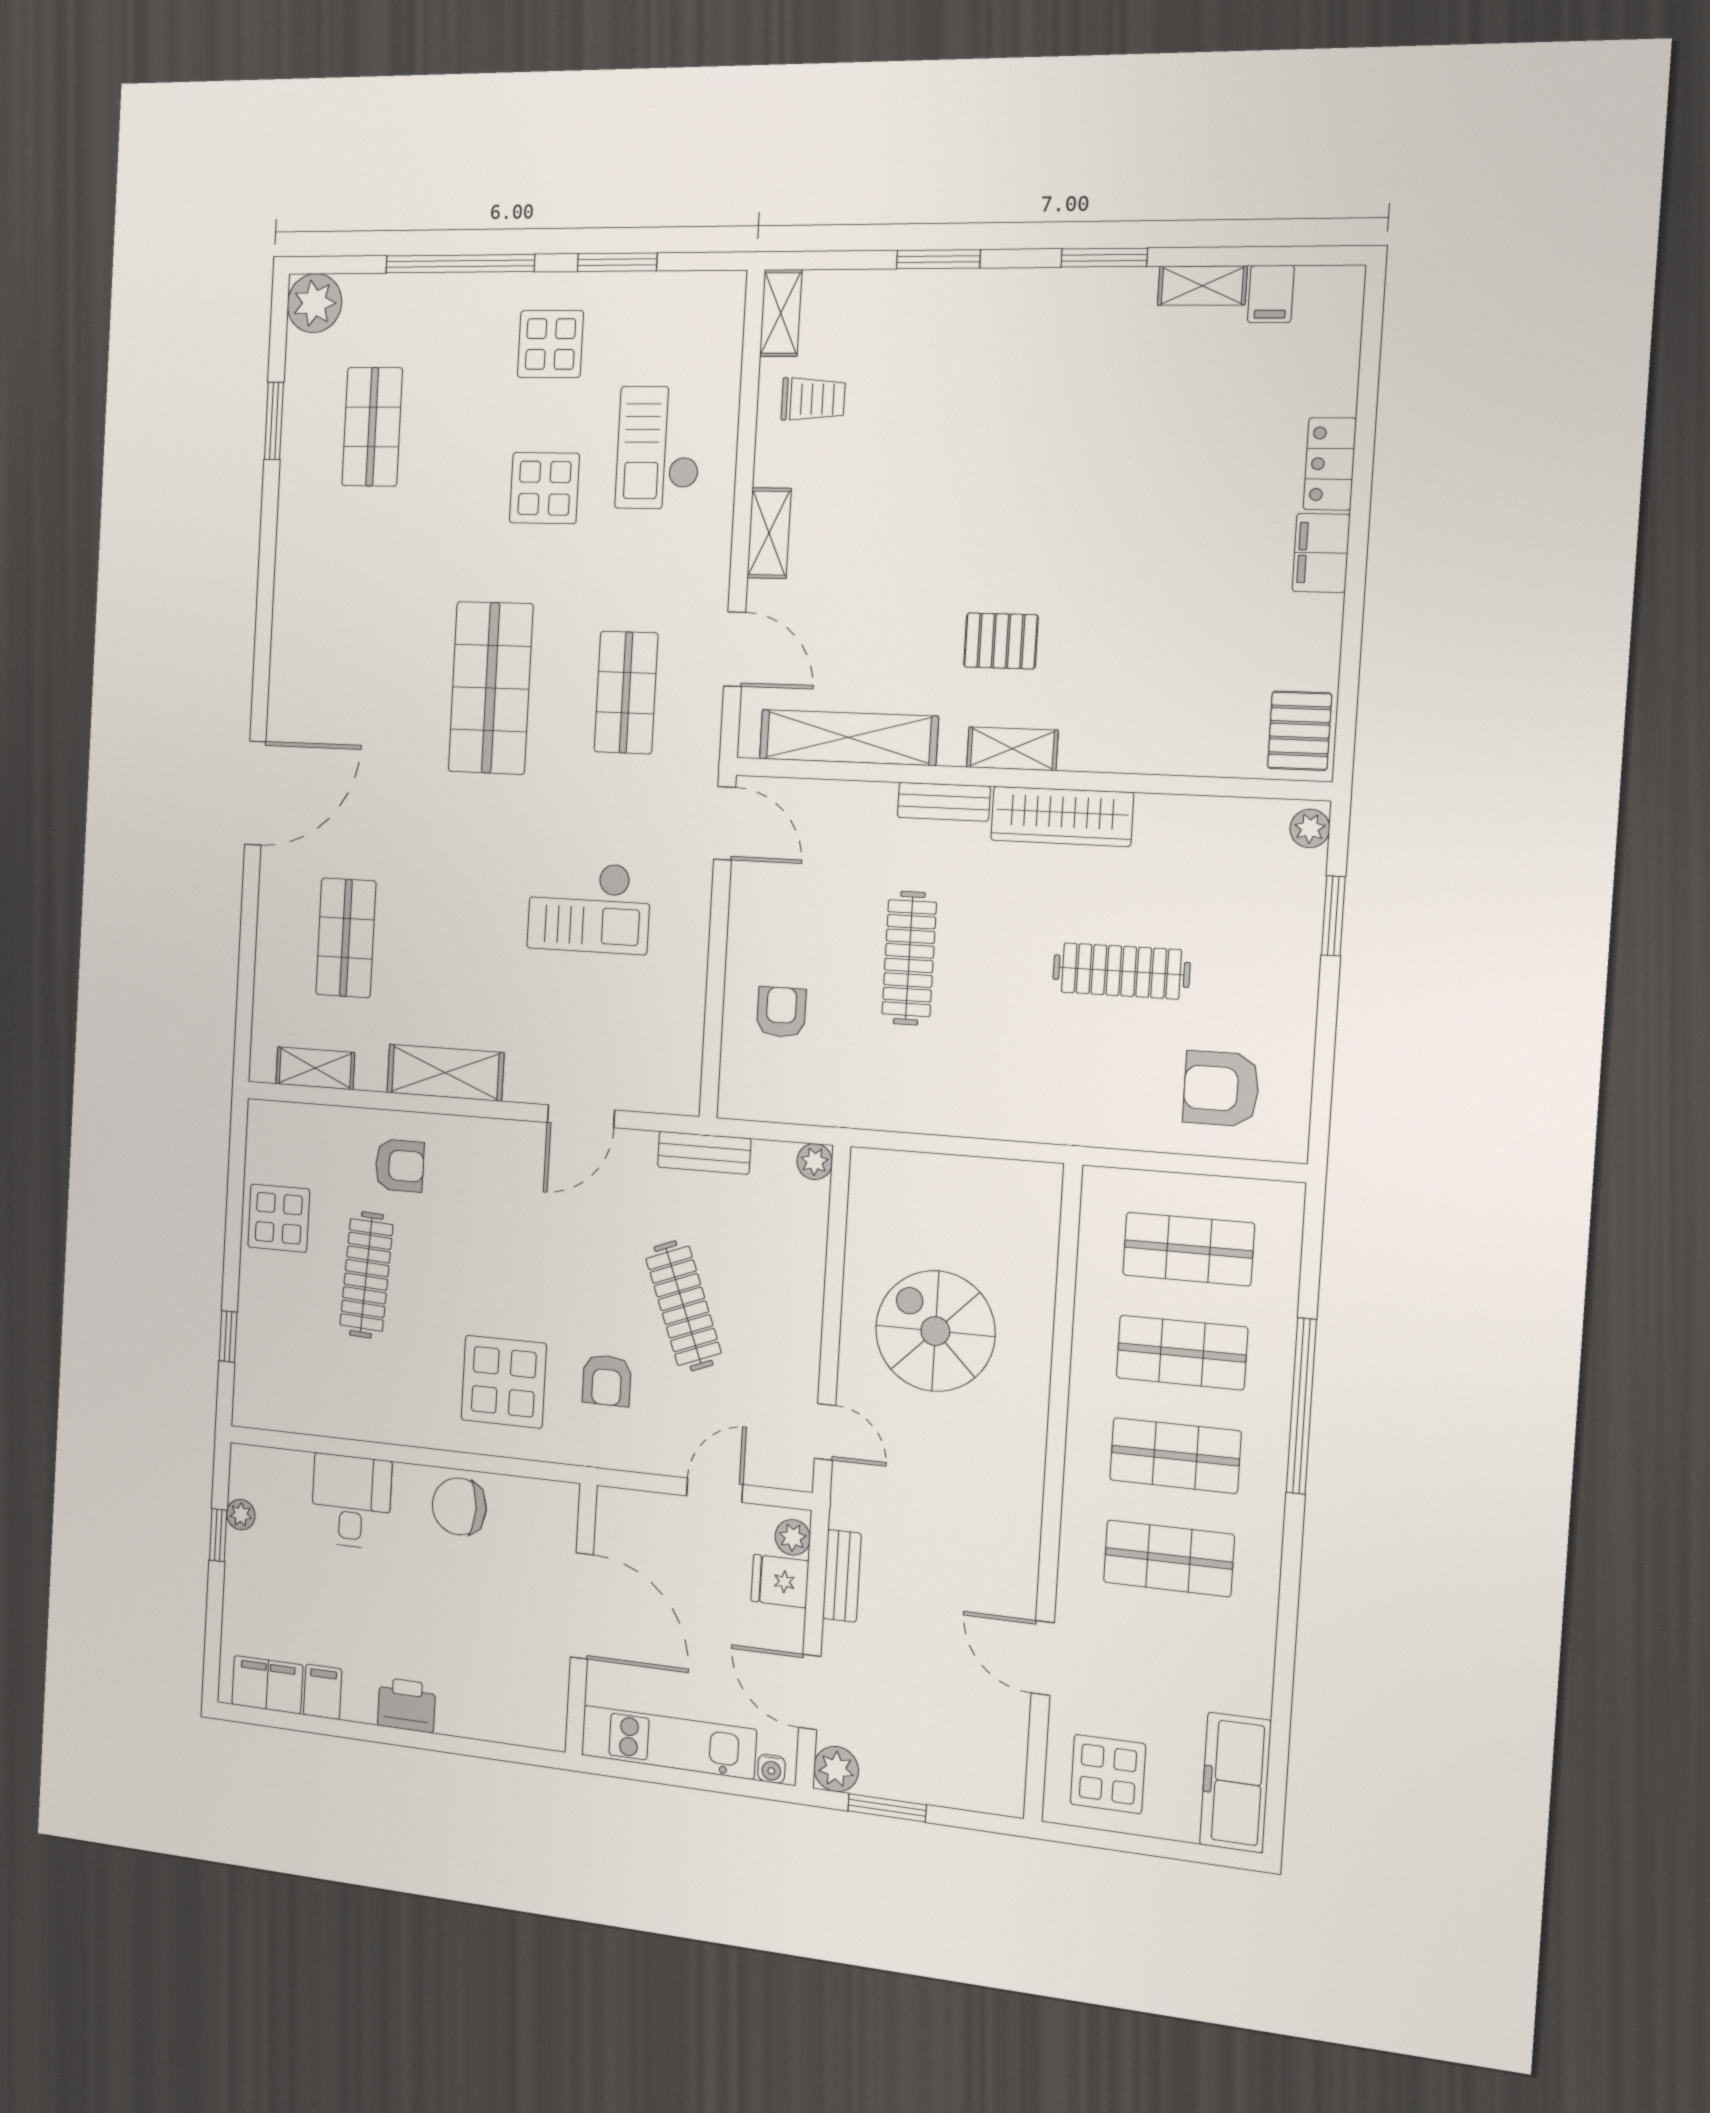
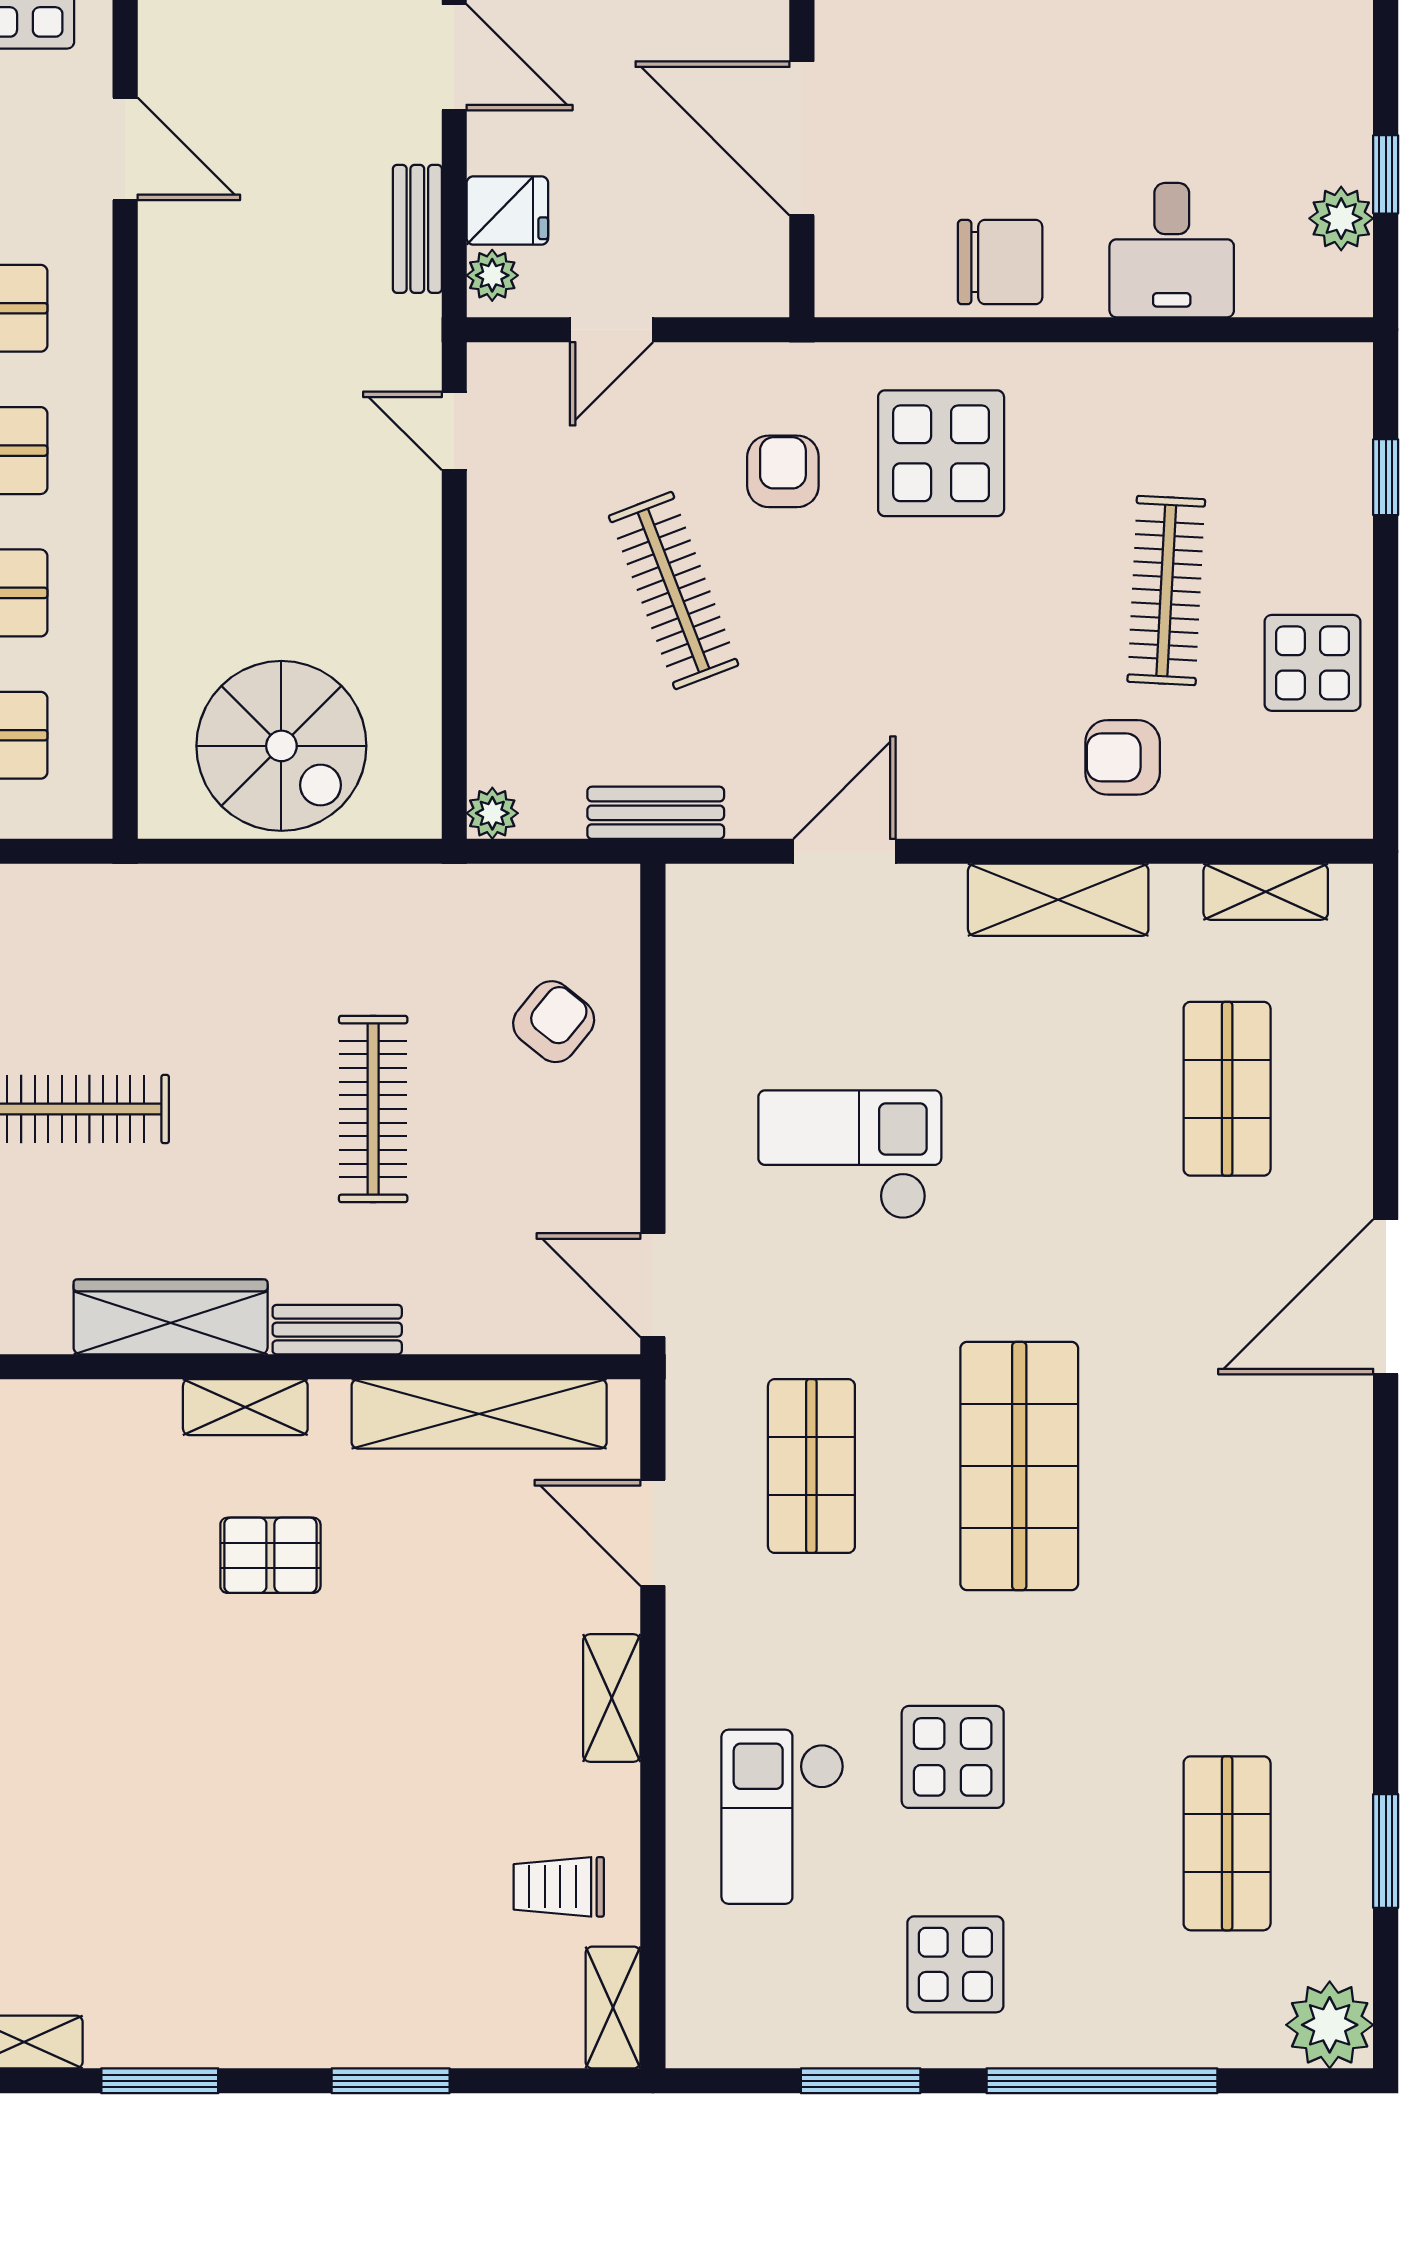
checkout: (659, 448) -> (783, 1817), turned 180
armchair: (781, 1012) -> (554, 1022), turned -141
spiral stairs: (935, 1331) -> (281, 746), moved
plant: (241, 1515) -> (1341, 218), width x1.38, depth x1.38

